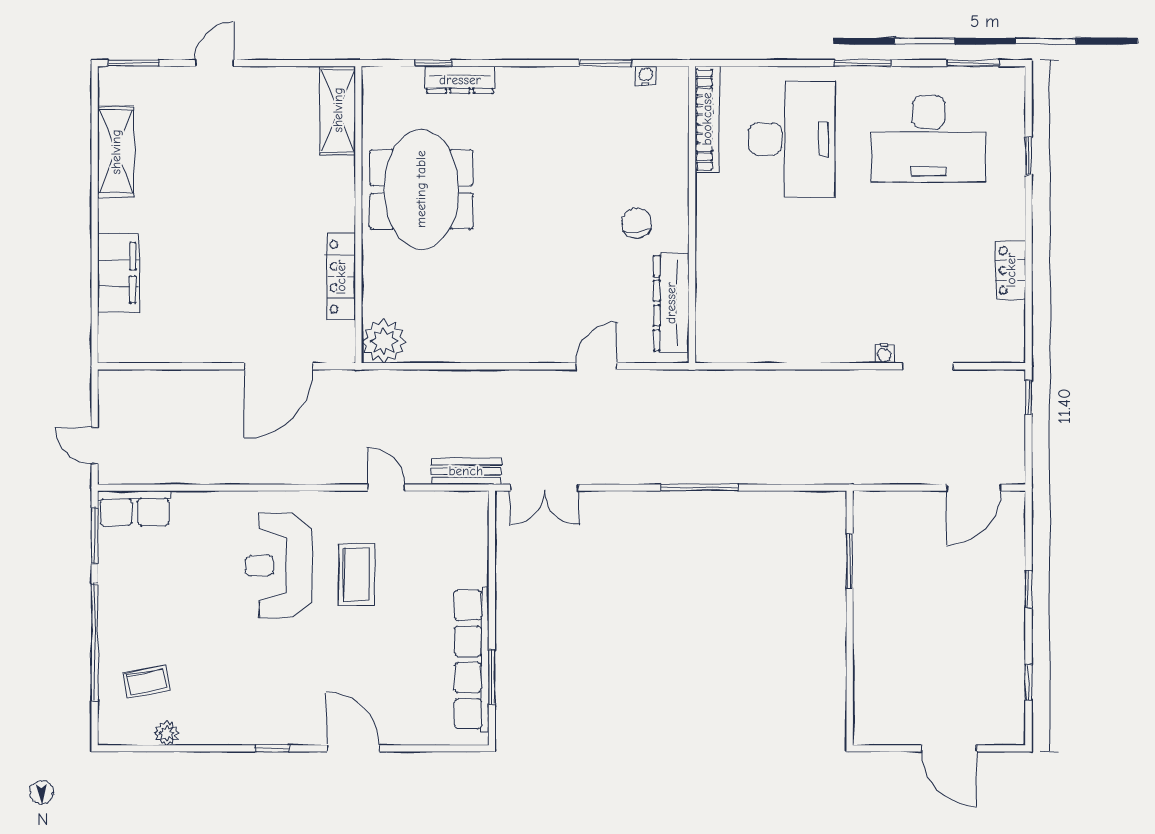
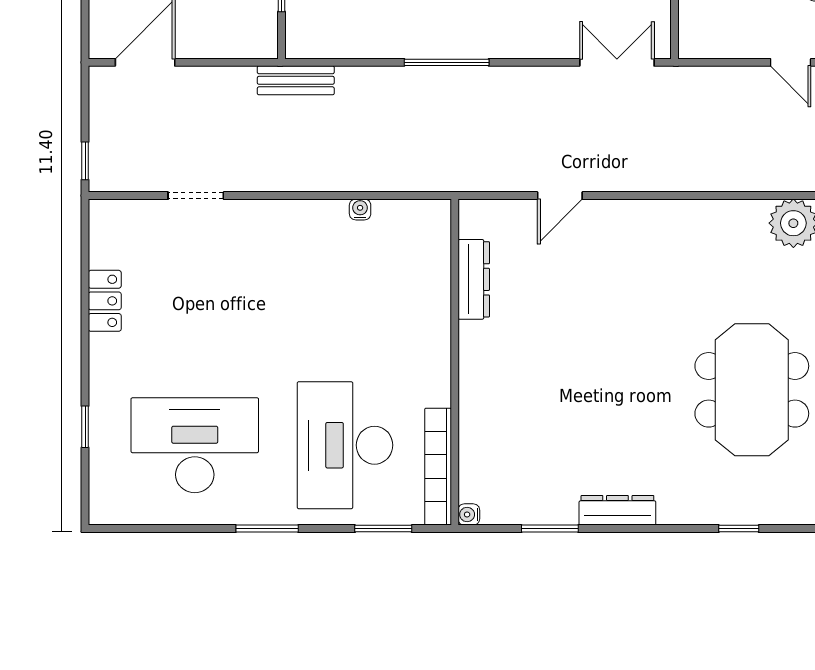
window: (973, 63) -> (383, 529), moved
water cooler: (646, 76) -> (469, 514), moved, turned 90
dresser: (460, 80) -> (617, 510), moved
chair: (637, 223) -> (516, 353), removed
dresser: (671, 303) -> (474, 279), width x0.73, depth x0.80
water cooler: (884, 354) -> (360, 209), moved
bench: (466, 471) -> (296, 80), moved

